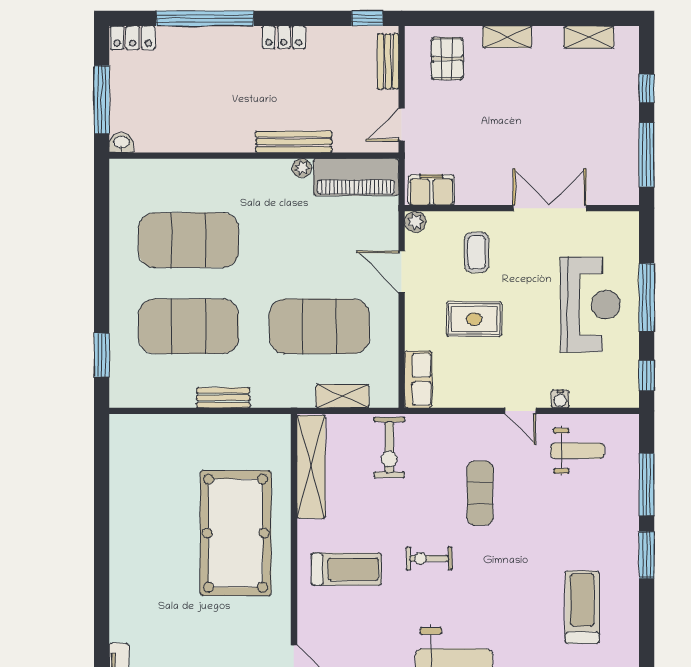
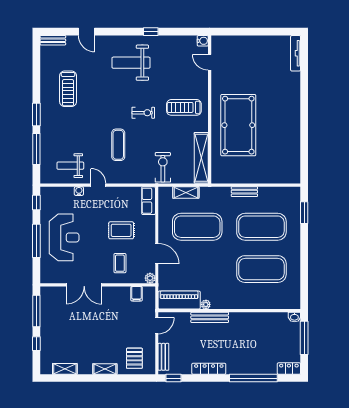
locker: (284, 37) -> (209, 369), width x1.53
filing cabinet: (431, 190) -> (137, 294), width x0.50
reception desk: (590, 305) -> (64, 237), turned 180

